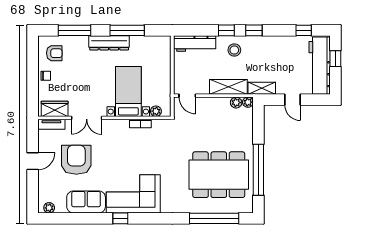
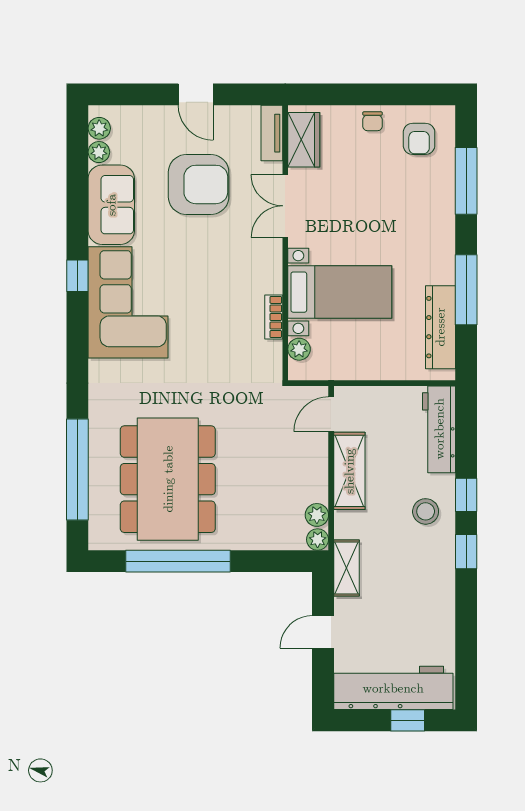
window: (304, 30) -> (466, 655), removed
dresser: (109, 43) -> (440, 327), moved
shelving: (228, 87) -> (349, 471), moved
plant: (61, 208) -> (99, 152), added

